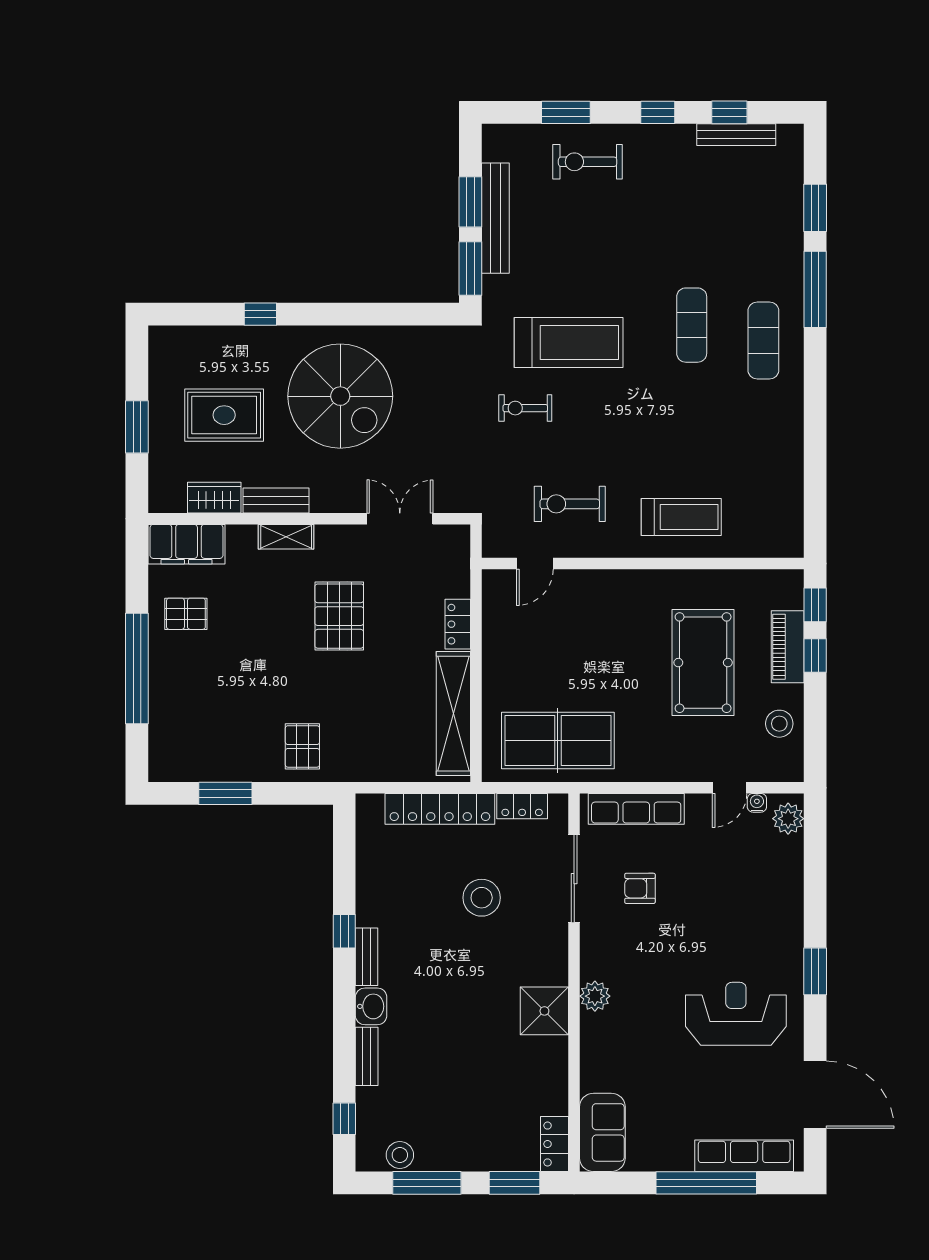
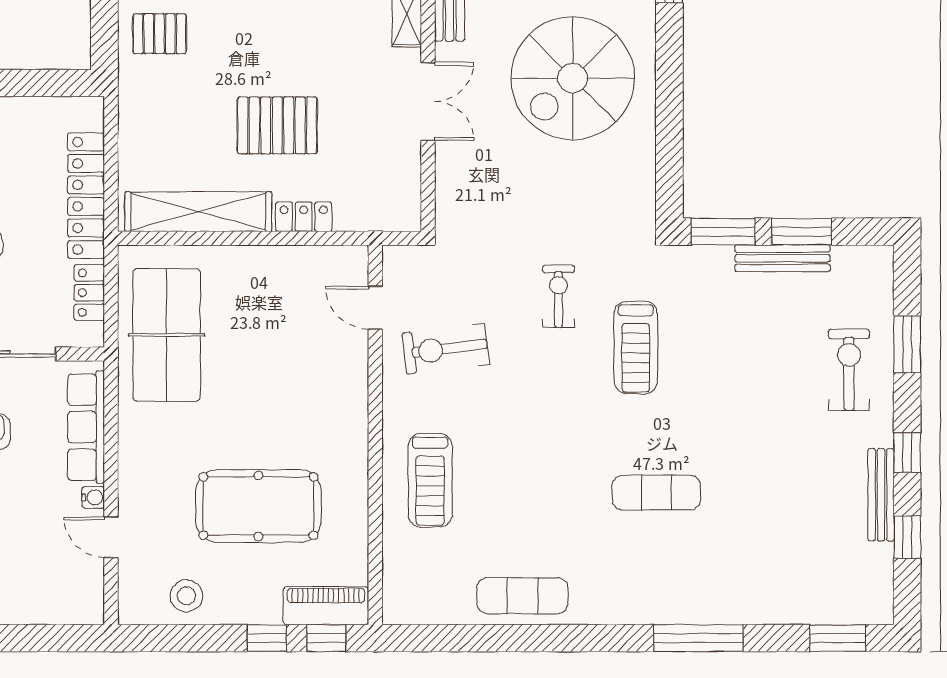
bench: (736, 135) -> (881, 495), moved
window: (815, 208) -> (838, 638), moved
bench: (495, 218) -> (782, 258), width x0.73, depth x0.82
exercise mat: (763, 340) -> (522, 596), moved
treadmill: (569, 343) -> (636, 347), width x0.73, depth x0.73
exercise bike: (570, 504) -> (446, 349), turned -97
double door: (400, 519) -> (428, 101), moved
pallet: (339, 616) -> (277, 125), moved
piano: (788, 647) -> (326, 606), moved
water cooler: (757, 803) -> (93, 497), moved
plant: (788, 819) -> (74, 606), removed

